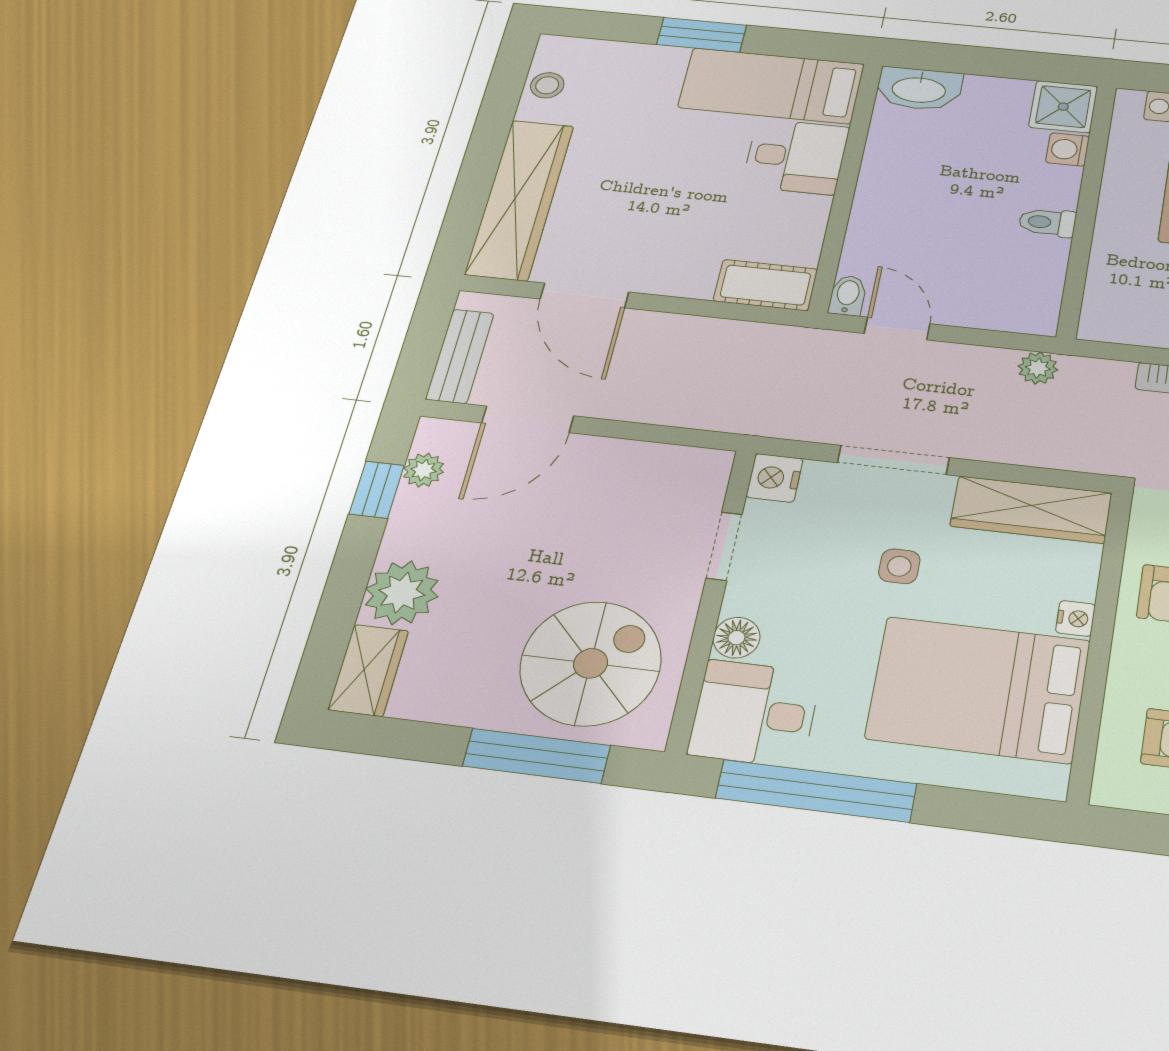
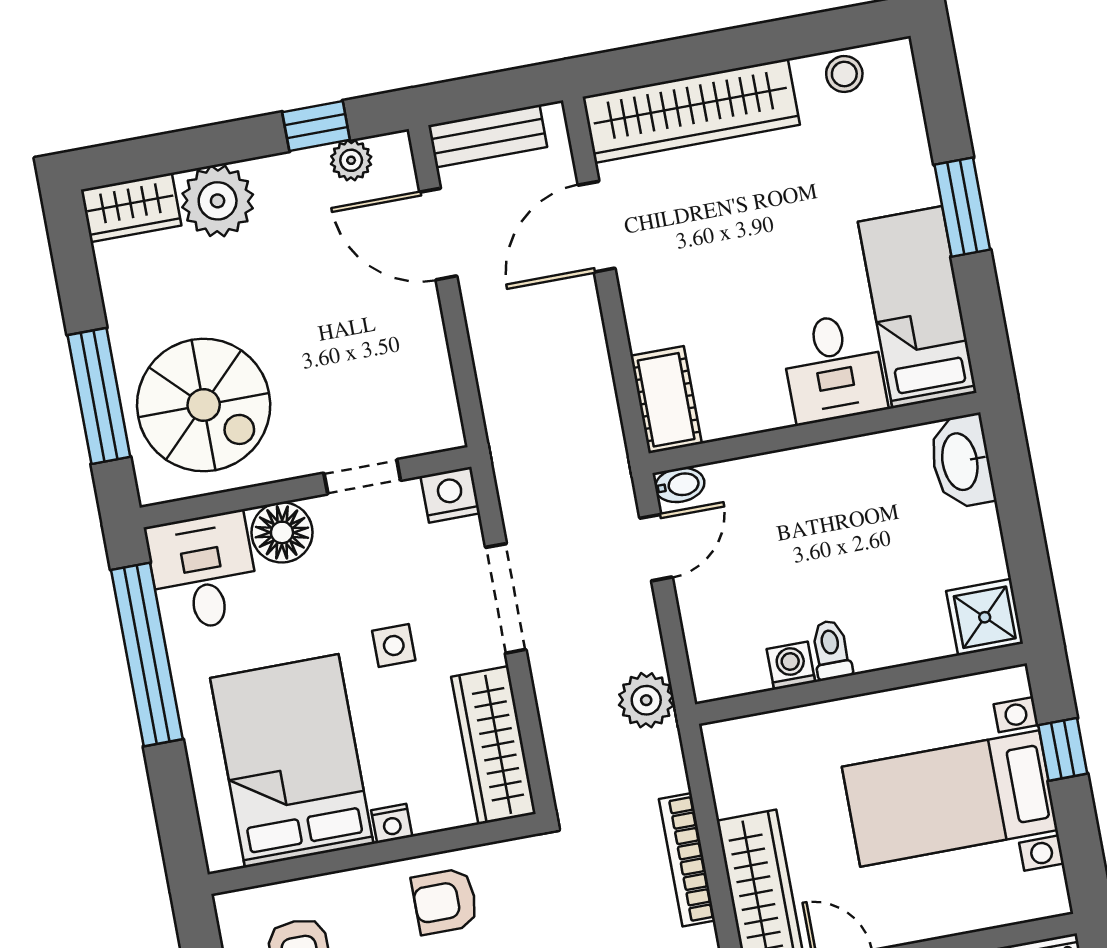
washing machine: (1067, 149) -> (791, 666), moved
plant: (1038, 368) -> (646, 700), width x1.38, depth x1.38
floor lamp: (737, 638) -> (282, 532), width x1.38, depth x1.38

